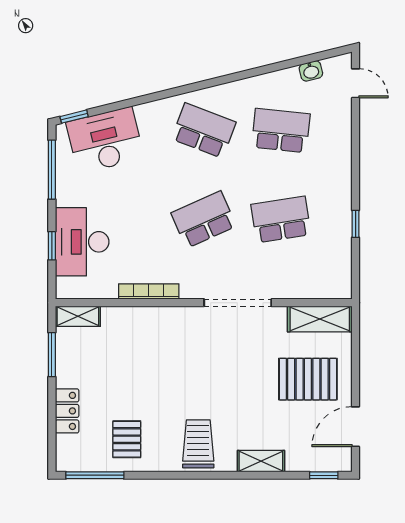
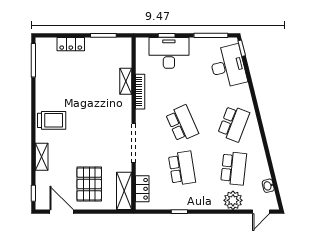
plant: (336, 132) -> (233, 200), added
locker: (316, 288) -> (142, 189), added
shelving: (78, 316) -> (126, 81), moved
pallet: (127, 439) -> (54, 79), removed

